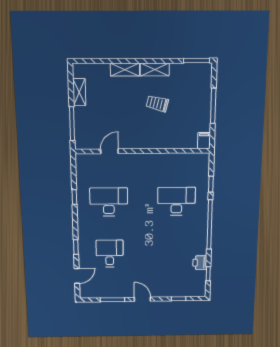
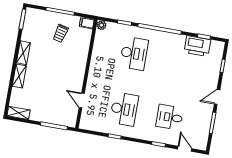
shelving: (79, 92) -> (19, 113), moved
trolley: (157, 104) -> (61, 33), moved
plant: (204, 158) -> (101, 25), added
desk: (176, 201) -> (134, 53), turned 180
desk: (109, 202) -> (124, 109), turned 180
printer: (200, 263) -> (197, 46), width x1.87, depth x1.48

